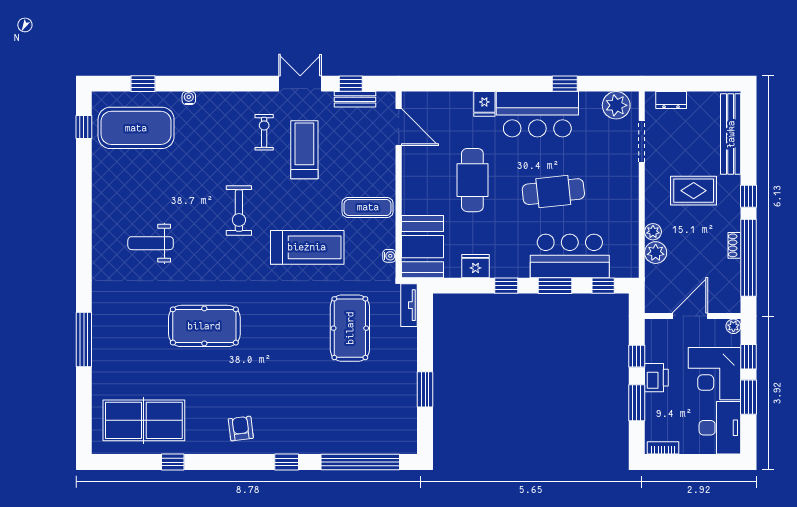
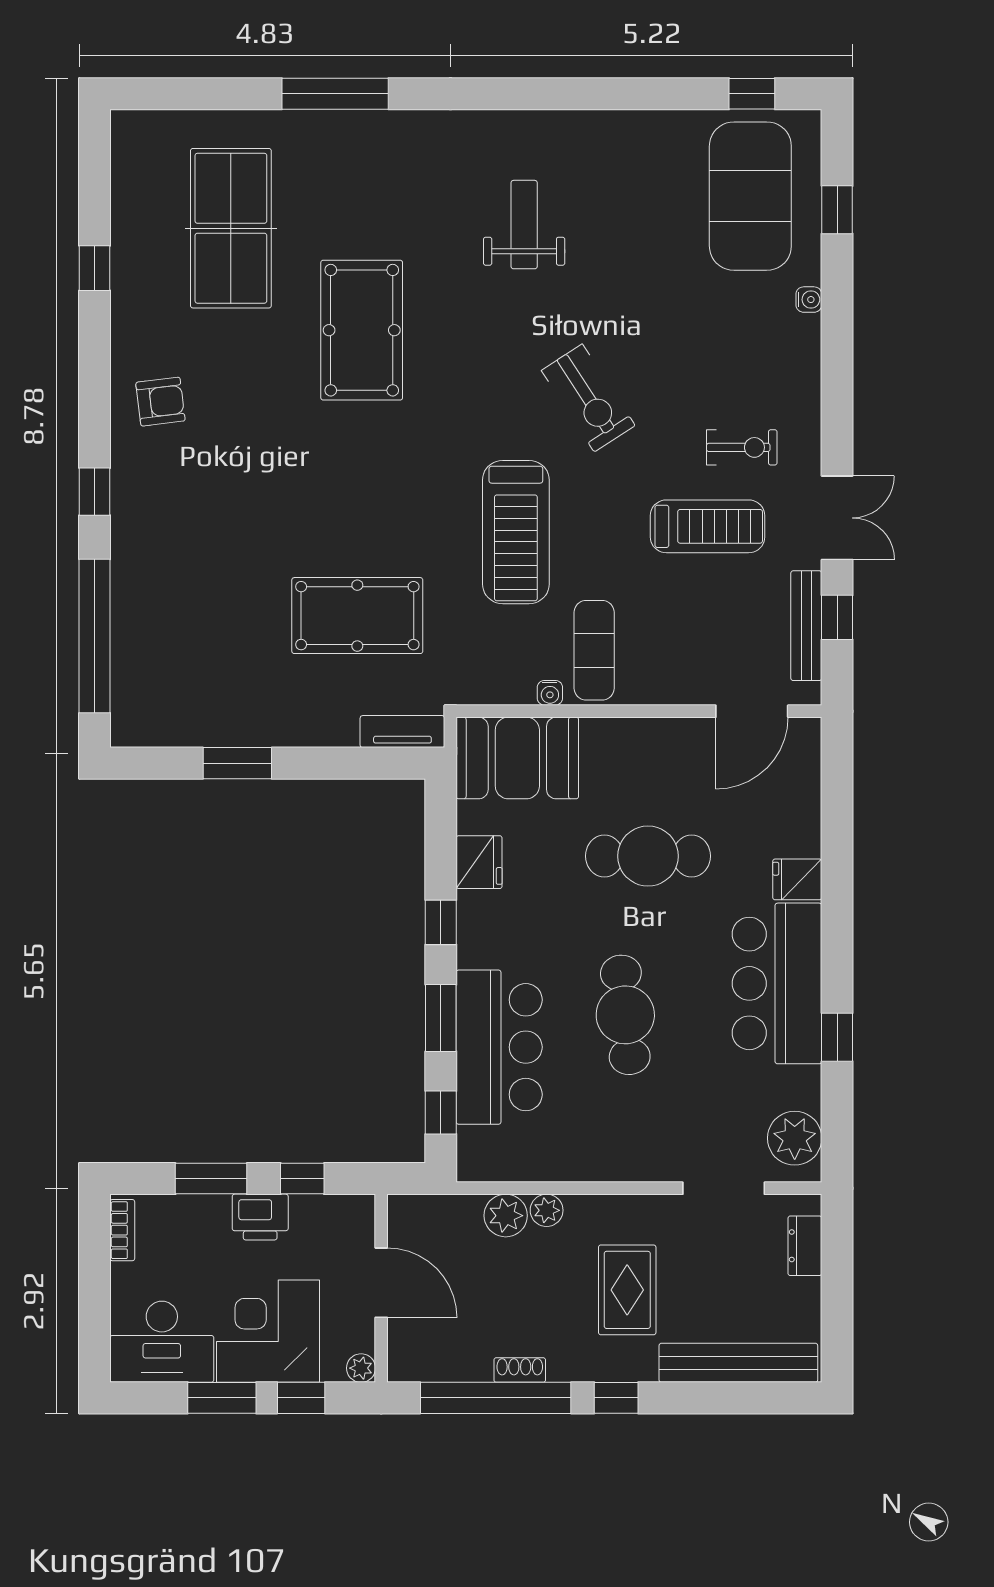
bench: (355, 99) -> (806, 626), width x1.36
exercise bike: (239, 210) -> (588, 398), turned -123
water cooler: (389, 256) -> (550, 693), moved
table tennis table: (144, 420) -> (231, 228), moved

